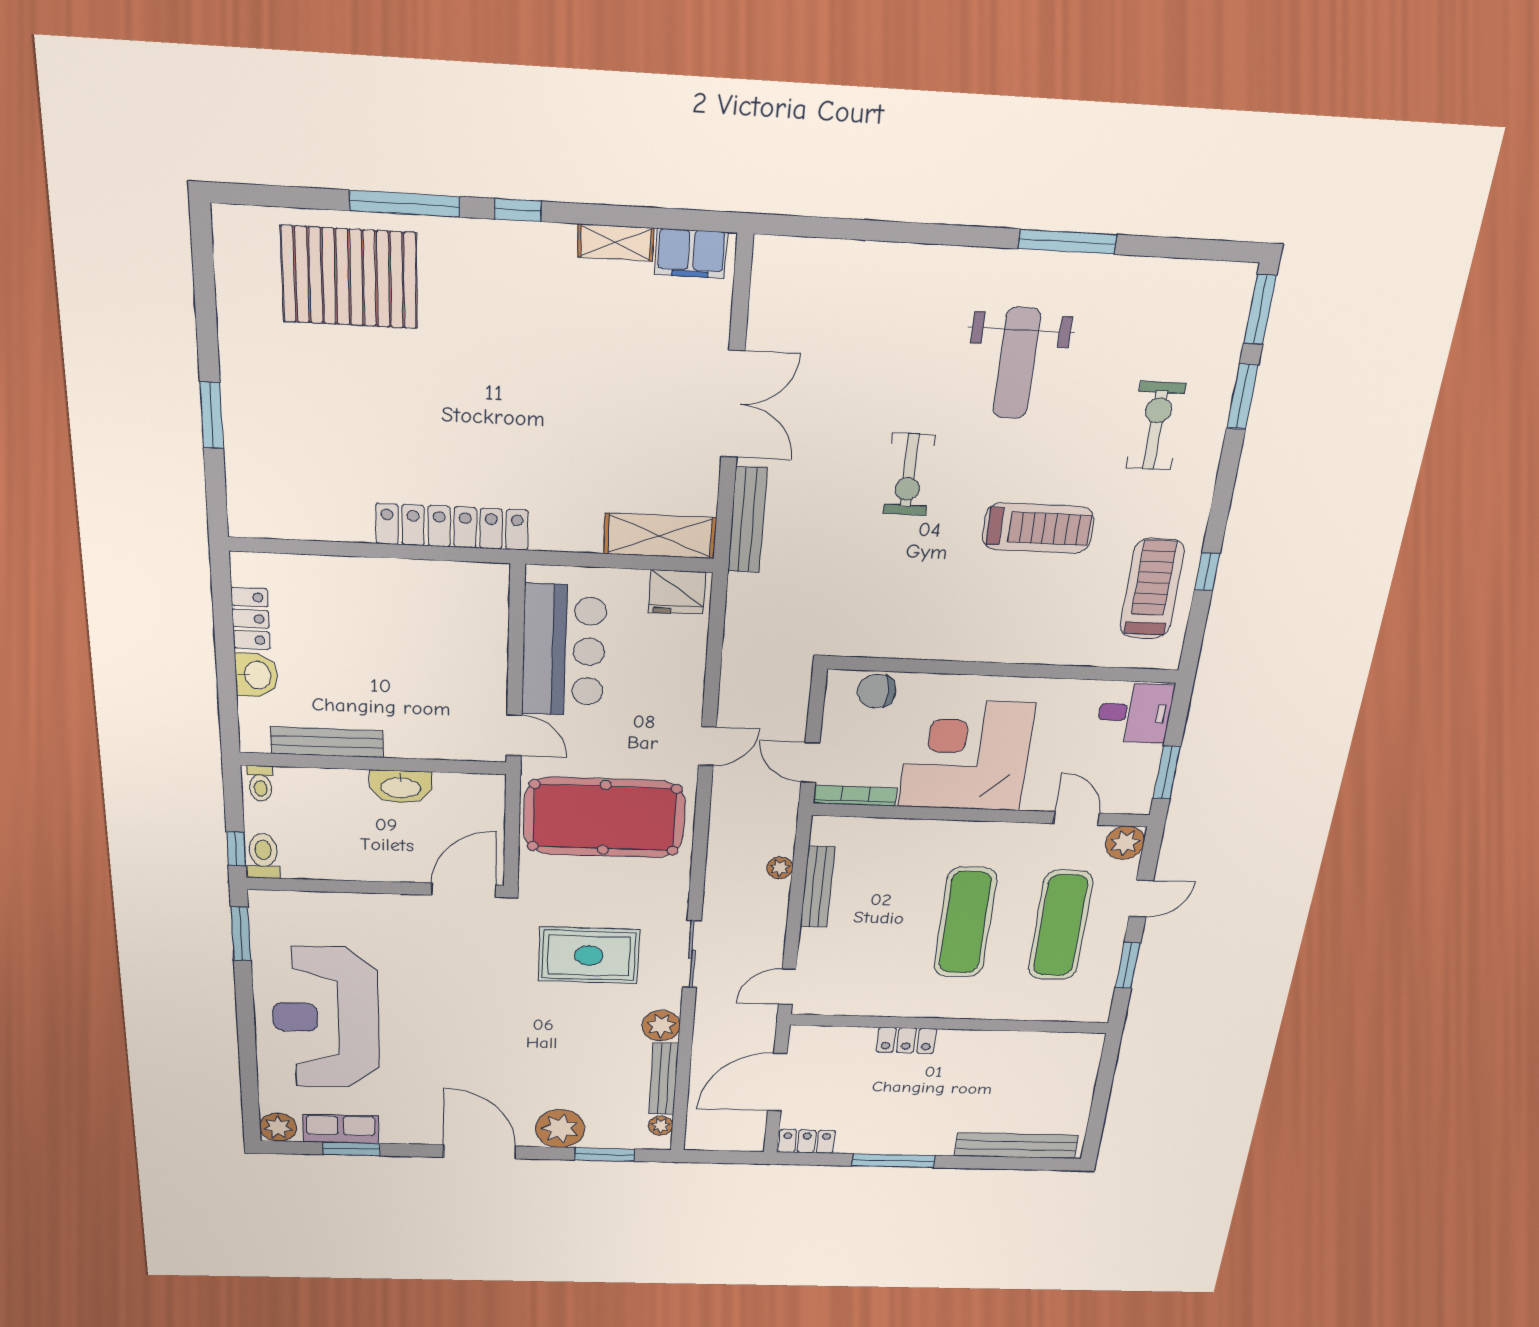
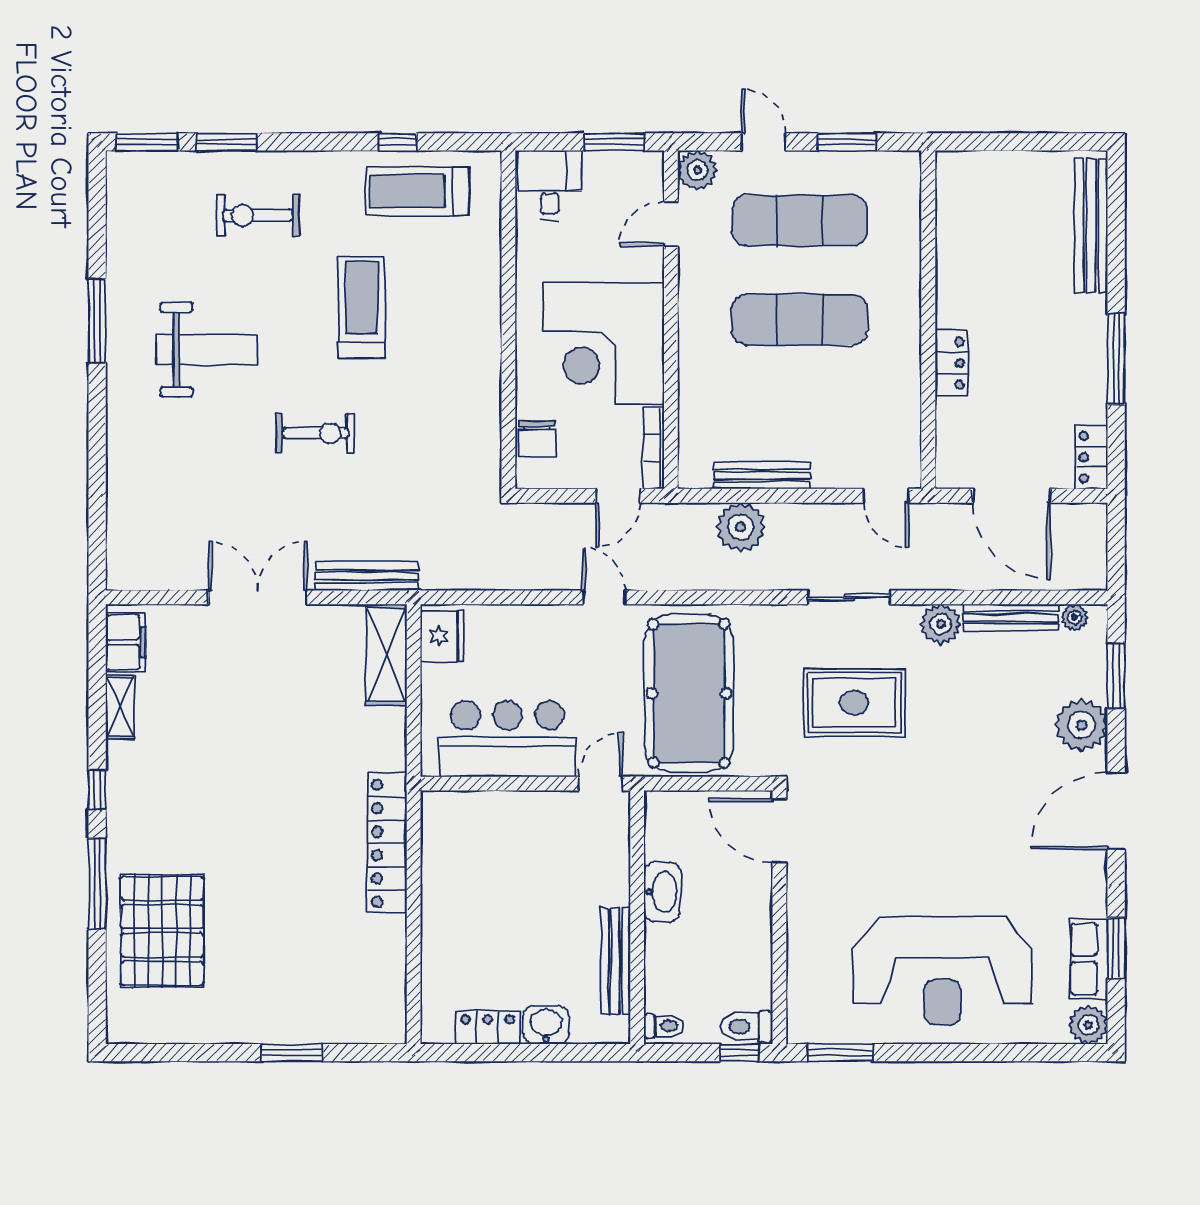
plant: (780, 868) -> (741, 527), width x1.88, depth x1.88
rug: (589, 956) -> (854, 703), turned 90

